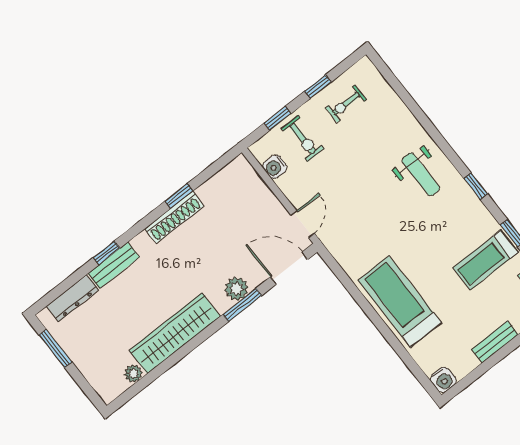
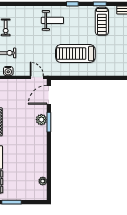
treadmill: (400, 302) -> (75, 54), moved
wardrobe: (175, 333) -> (40, 155), removed

